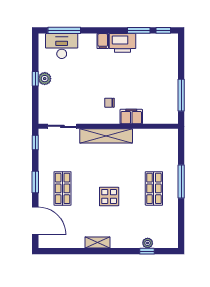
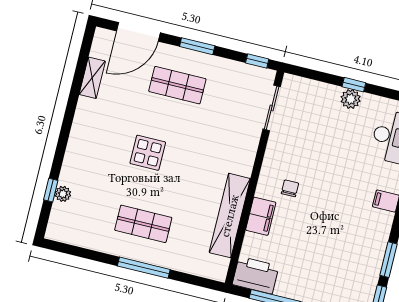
printer: (122, 43) -> (256, 275), moved, turned 90
shelving: (106, 136) -> (230, 216), moved
shelving: (97, 242) -> (92, 78), moved

